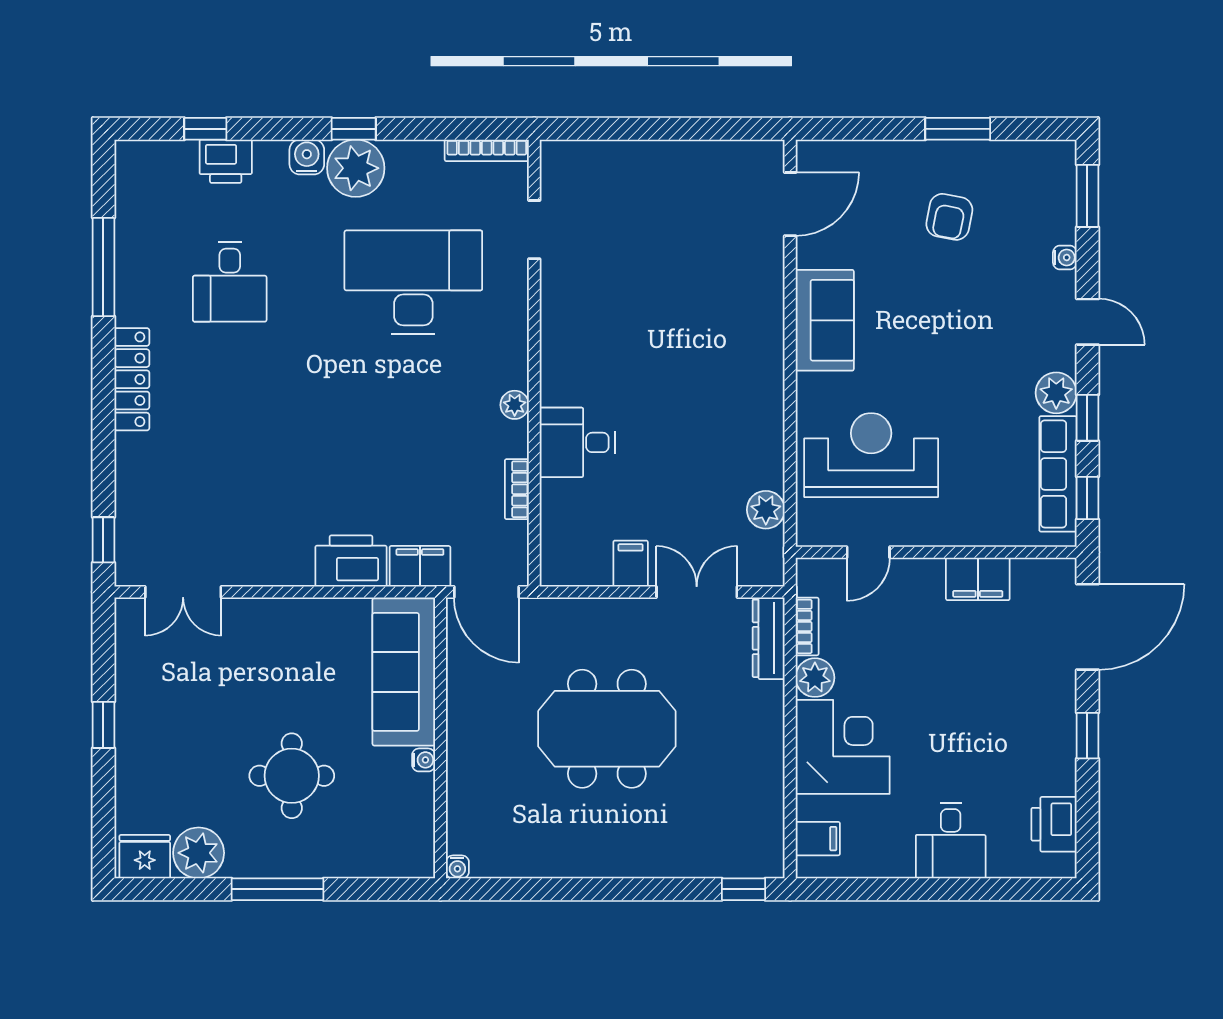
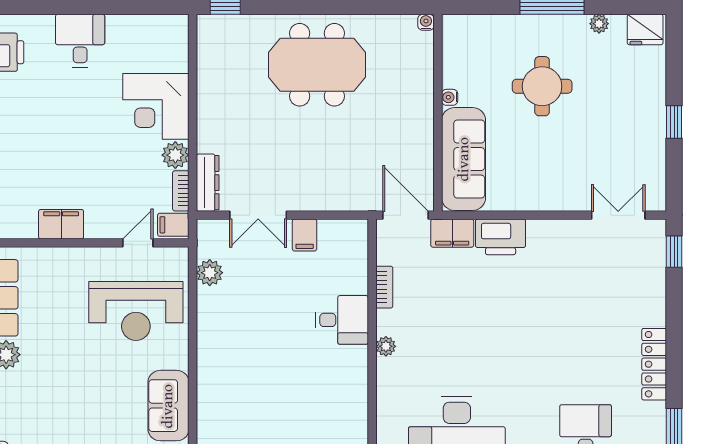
meeting table: (607, 729) -> (317, 65), moved
filing cabinet: (818, 839) -> (173, 225), moved
plant: (199, 853) -> (599, 24), width x0.53, depth x0.53

